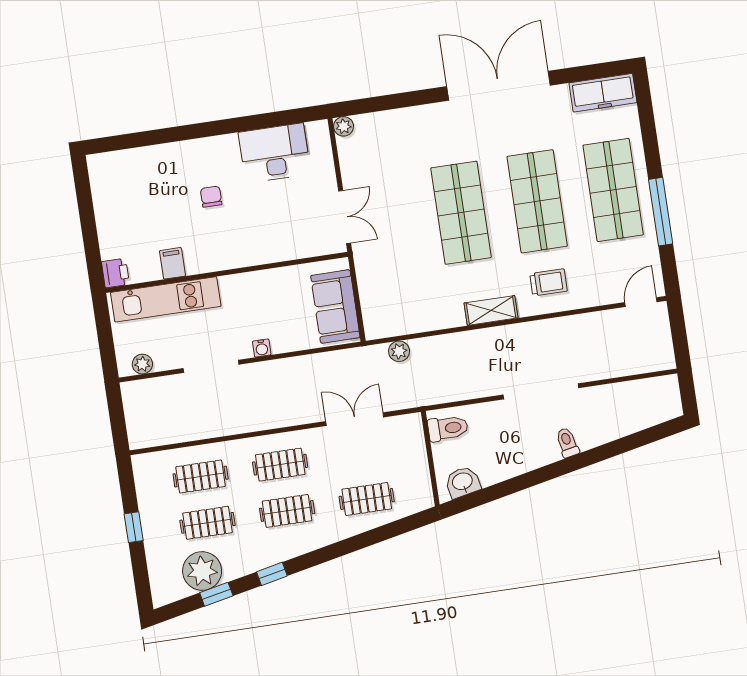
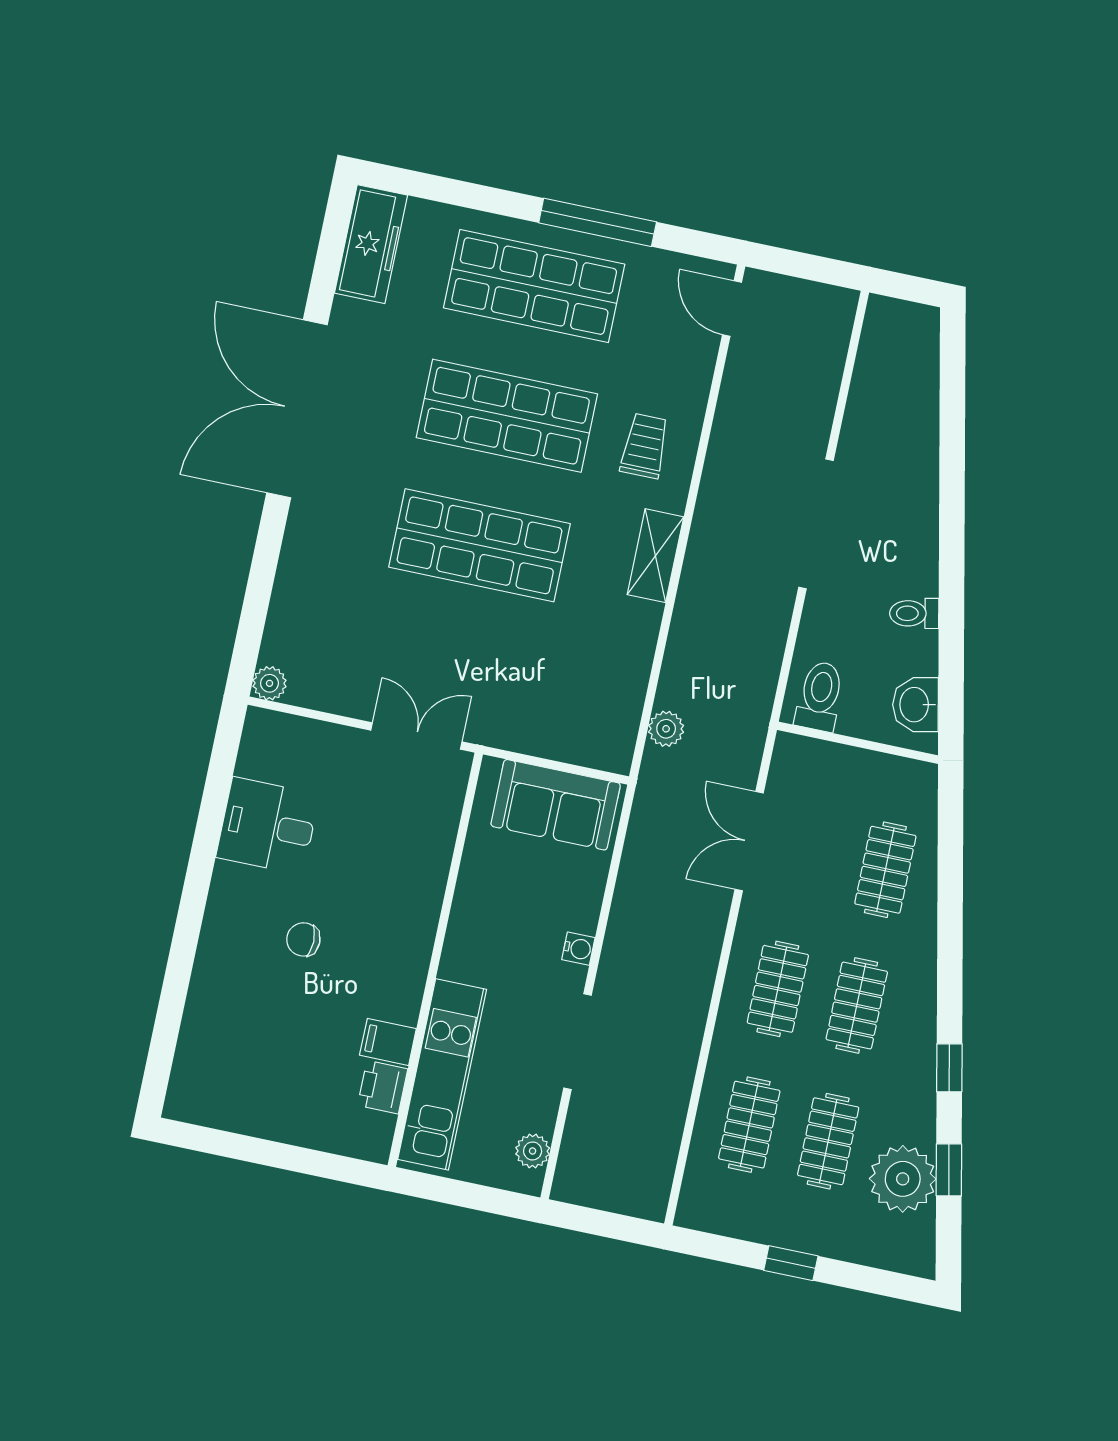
desk: (274, 153) -> (268, 826), width x0.73
printer: (115, 273) -> (383, 1087), moved, turned -90
toilet: (567, 443) -> (914, 613), moved

